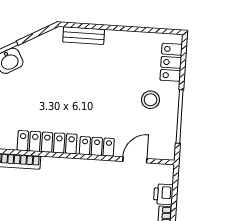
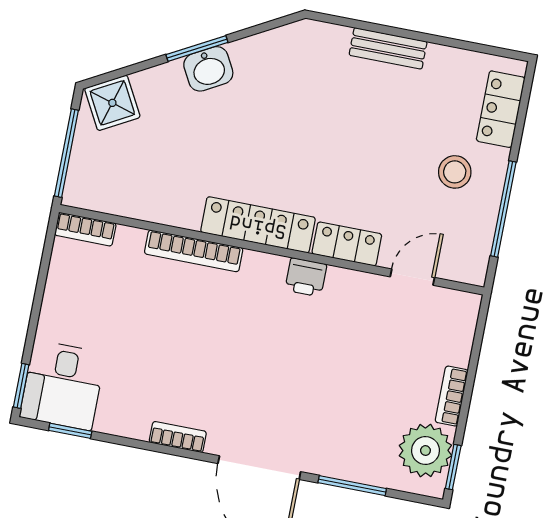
bench: (84, 36) -> (388, 48), moved
printer: (163, 194) -> (306, 277), moved, turned -90

